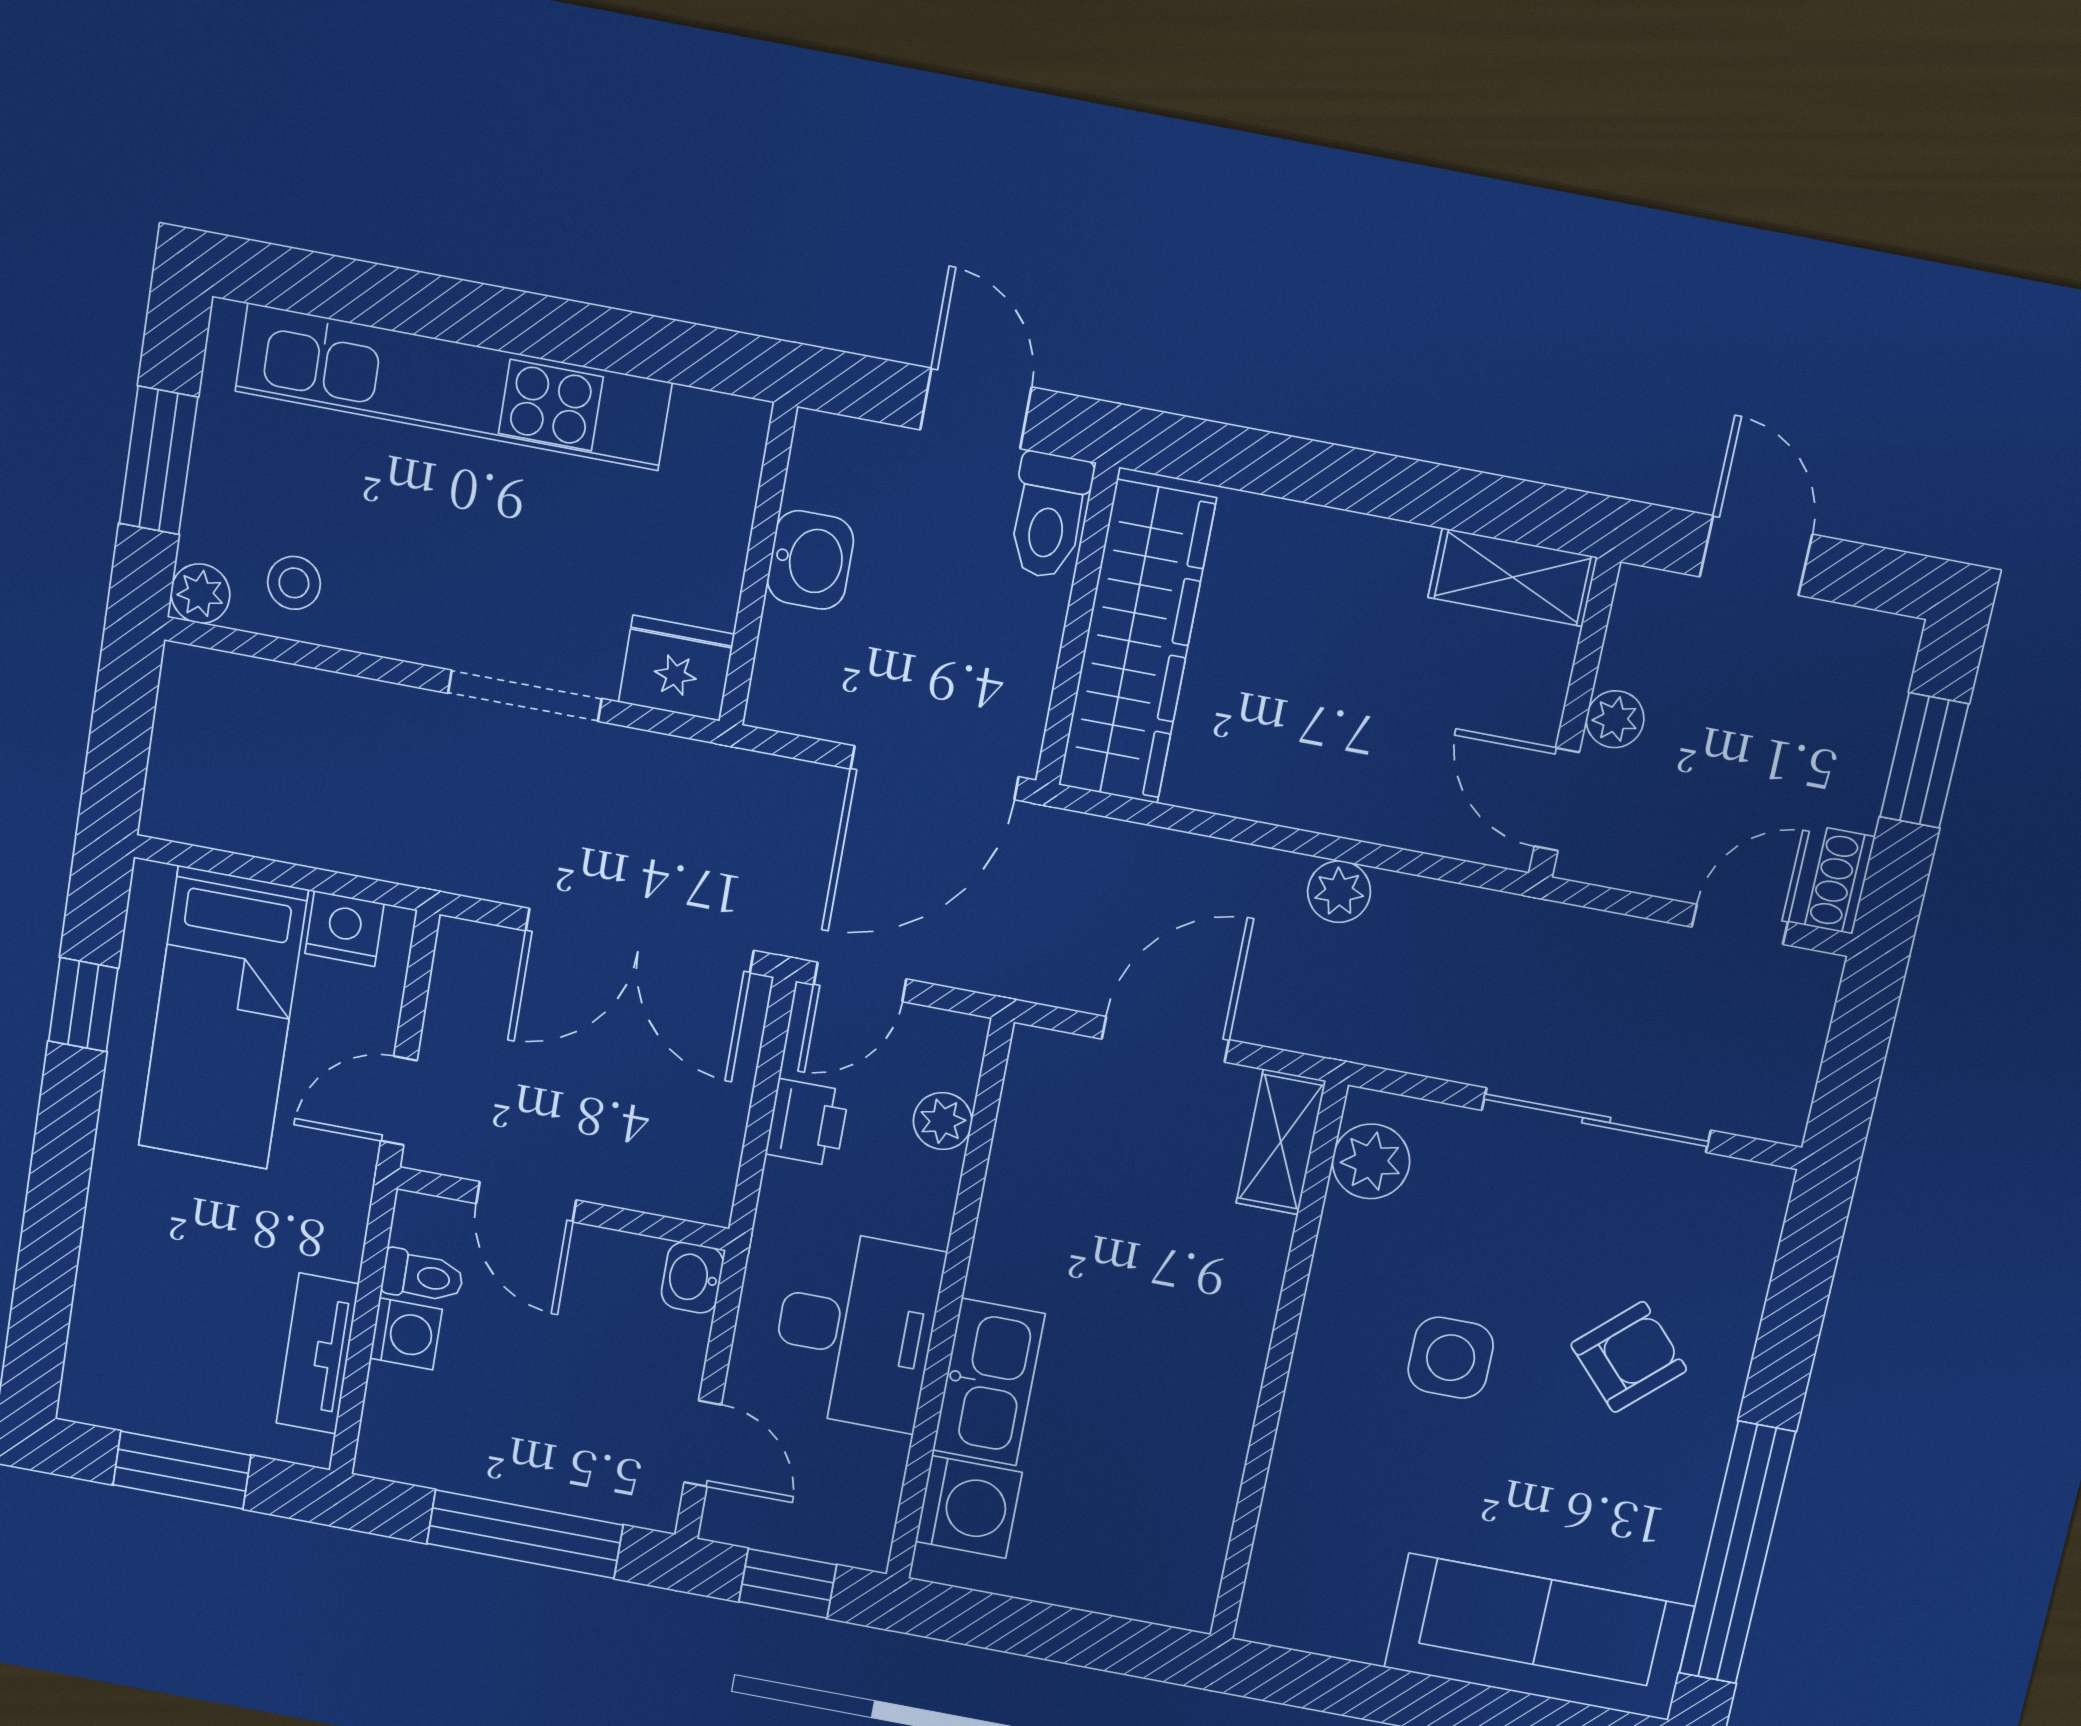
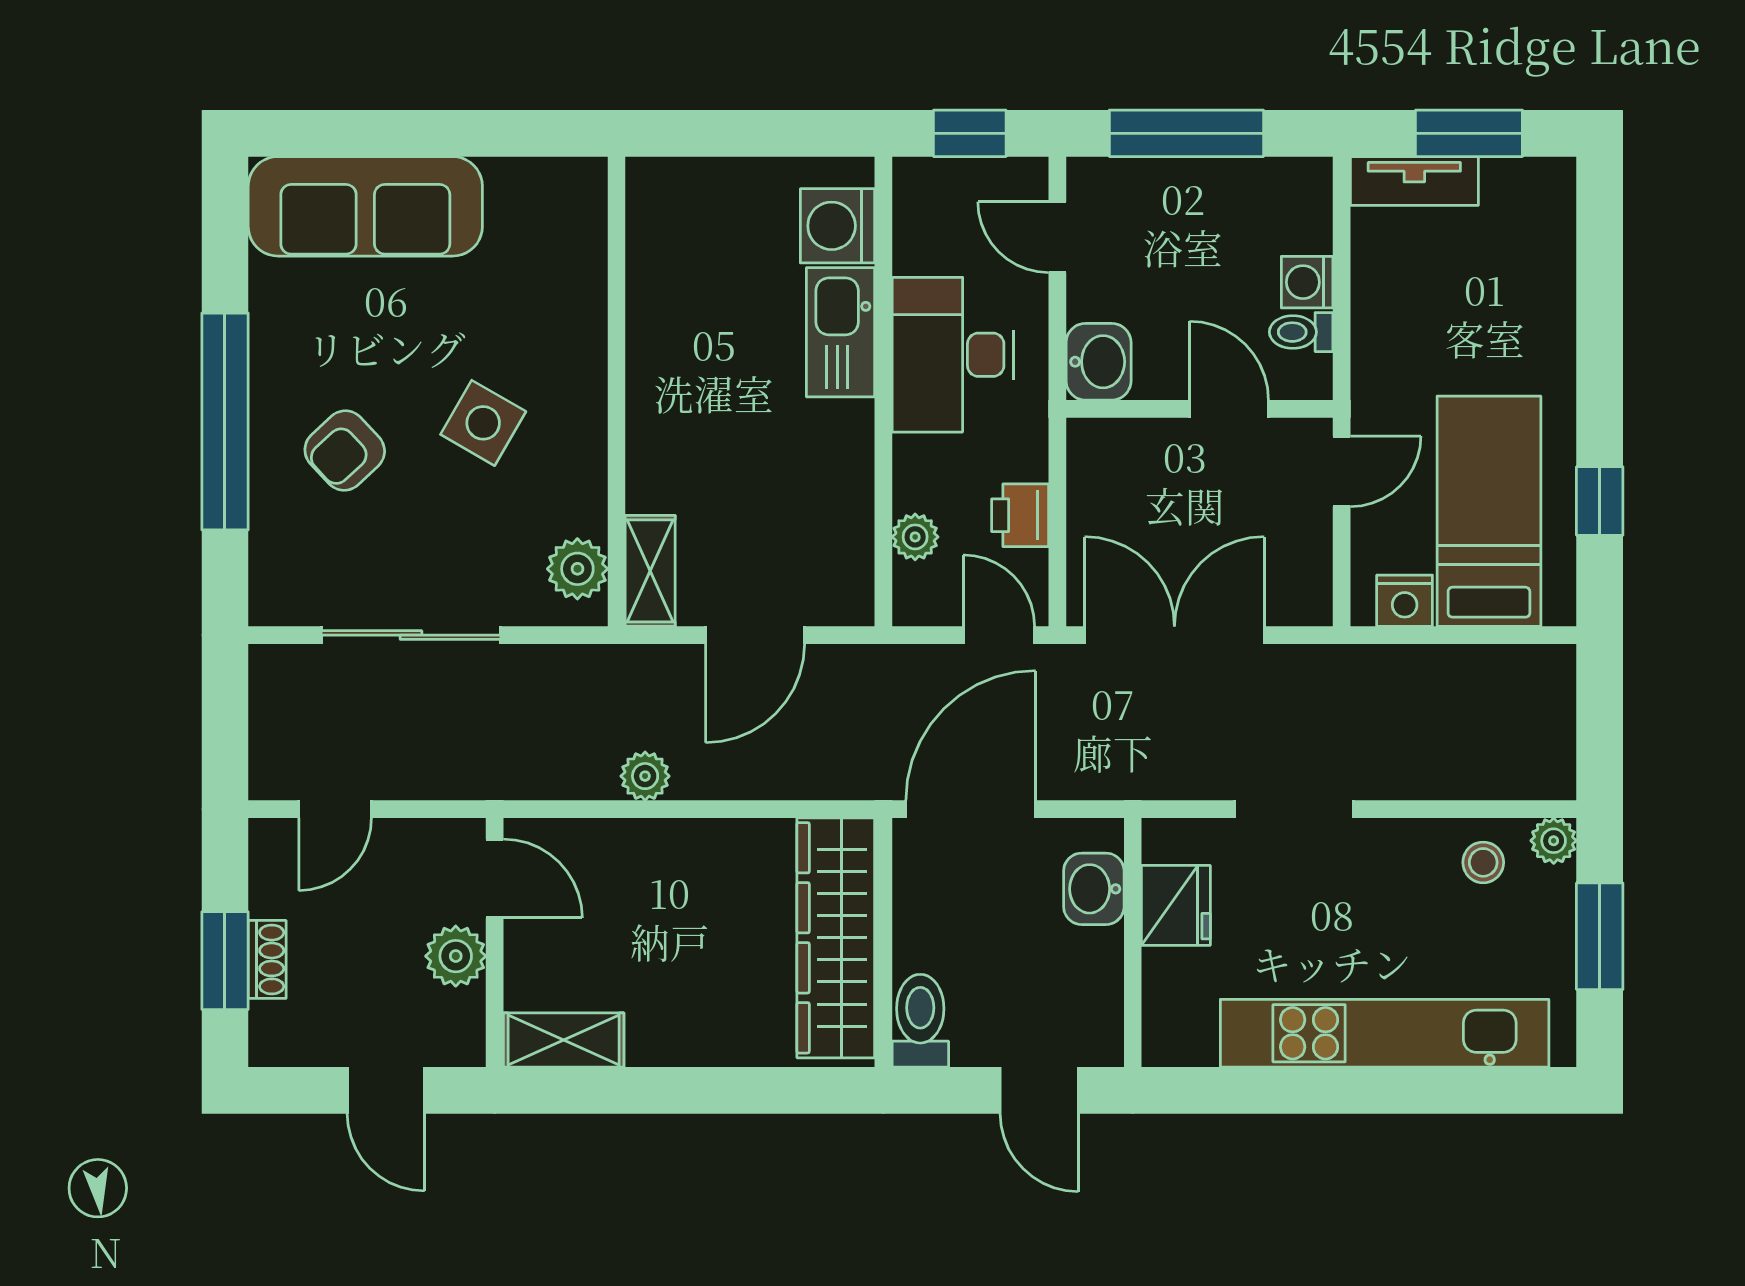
door: (976, 408) -> (1039, 1090), moved
washbasin: (810, 560) -> (1094, 889), moved
fridge: (676, 668) -> (1176, 905), moved, turned -90
plant: (1615, 719) -> (456, 956), width x1.38, depth x1.38
shoe rack: (1840, 881) -> (267, 959), moved
door: (860, 982) -> (999, 635), hinge flipped
washbasin: (692, 1278) -> (1099, 362), width x1.38, depth x1.45
tv unit: (318, 1354) -> (1414, 181), moved, turned 90
side table: (1451, 1358) -> (483, 423), turned 30
window: (1737, 1553) -> (225, 422), moved

